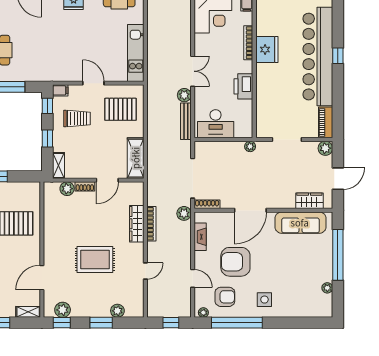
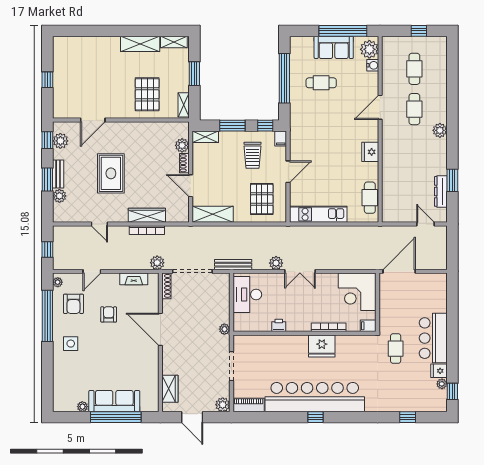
printer: (243, 86) -> (279, 325), width x0.53, depth x0.68
bench: (186, 121) -> (233, 265), moved
window: (47, 139) -> (232, 126), width x1.50
sofa: (300, 223) -> (114, 401), moved, turned 90
armchair: (235, 262) -> (109, 314), width x0.53, depth x0.53
door: (42, 278) -> (93, 120), swing flipped
shelving: (28, 312) -> (184, 105), moved
bench: (96, 312) -> (58, 174), added

